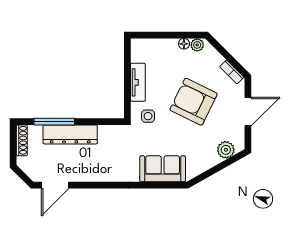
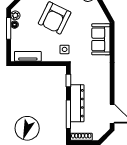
window: (178, 35) -> (9, 28), added
tv unit: (138, 82) -> (28, 56), moved
window: (103, 122) -> (68, 81), added

